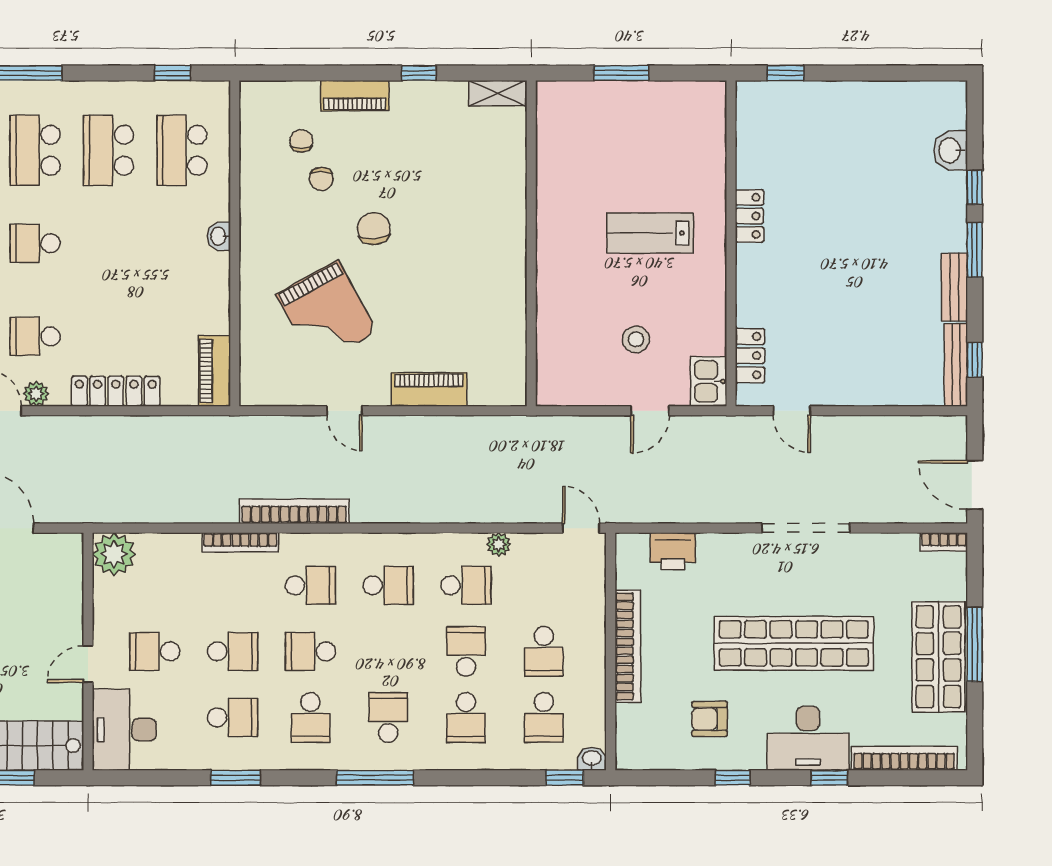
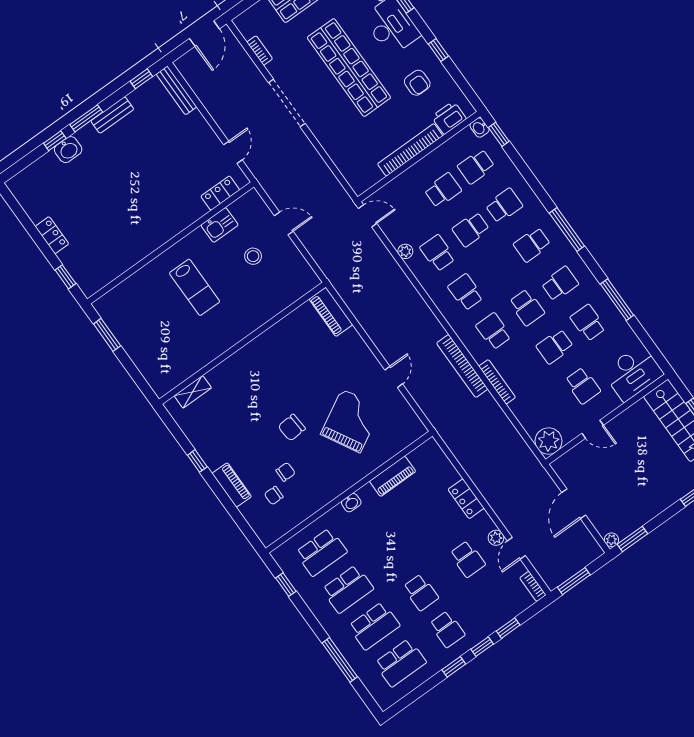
window: (621, 73) -> (107, 335), moved
shelving: (497, 93) -> (193, 392), moved, turned 90
washbasin: (951, 150) -> (68, 150), moved
locker: (749, 216) -> (52, 235), moved, turned 90
bench: (956, 365) -> (176, 90), moved, turned 90
piano: (215, 371) -> (393, 476), moved
kitchen sink: (709, 381) -> (220, 225), moved
piano: (429, 389) -> (331, 312), moved
locker: (116, 391) -> (466, 499), width x0.66
door: (581, 528) -> (368, 216), swing flipped
bookcase: (944, 542) -> (260, 50), moved
printer: (673, 551) -> (449, 118), moved, turned -90
school desk: (233, 651) -> (555, 347), turned -90
door: (88, 664) -> (593, 429), moved
school desk: (544, 718) -> (476, 166), turned 180
window: (236, 778) -> (617, 300), width x1.44

